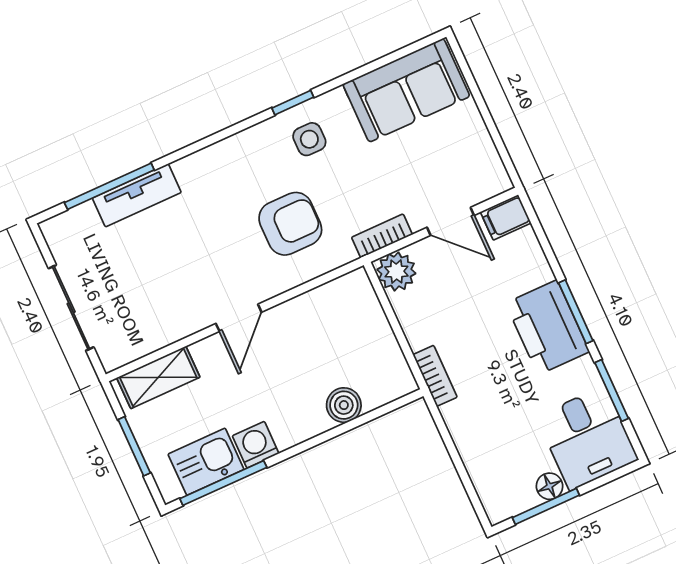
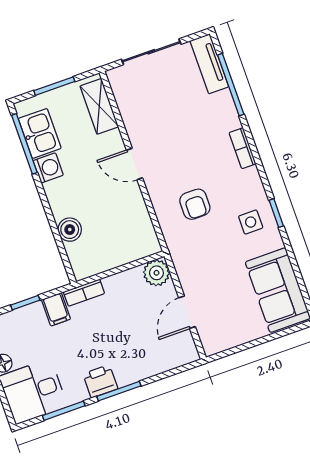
tv unit: (137, 195) -> (209, 64), moved
filing cabinet: (506, 217) -> (56, 309), moved, turned 180
armchair: (290, 224) -> (195, 204), width x0.72, depth x0.72
bookcase: (382, 236) -> (242, 148), moved, turned 180
printer: (548, 327) -> (100, 381), width x0.53, depth x0.68
window: (457, 461) -> (25, 303), added

